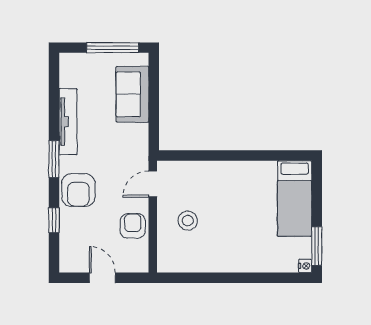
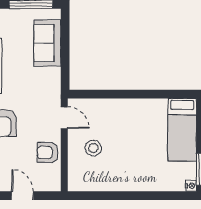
door: (153, 184) -> (64, 118), swing flipped
armchair: (133, 226) -> (48, 153), turned -90

